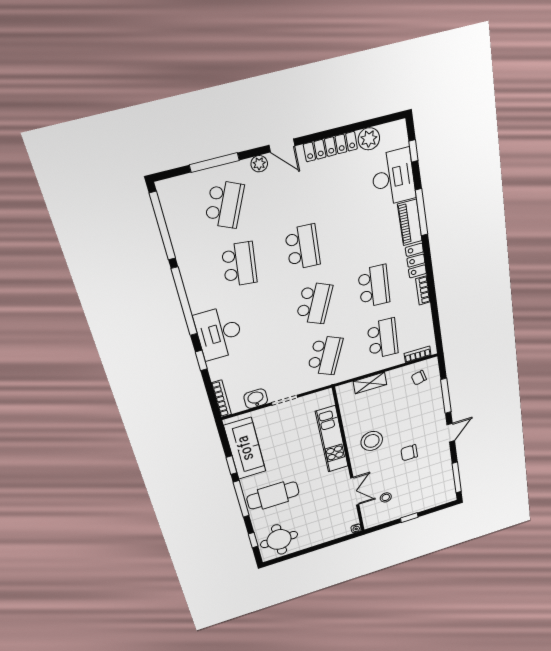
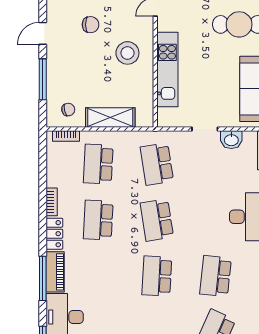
school desk: (314, 303) -> (157, 220), turned -33
school desk: (325, 355) -> (157, 164), turned -33
shelving: (370, 383) -> (110, 118), width x1.50, depth x1.33

